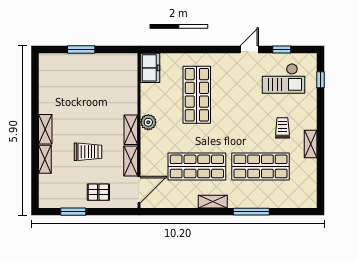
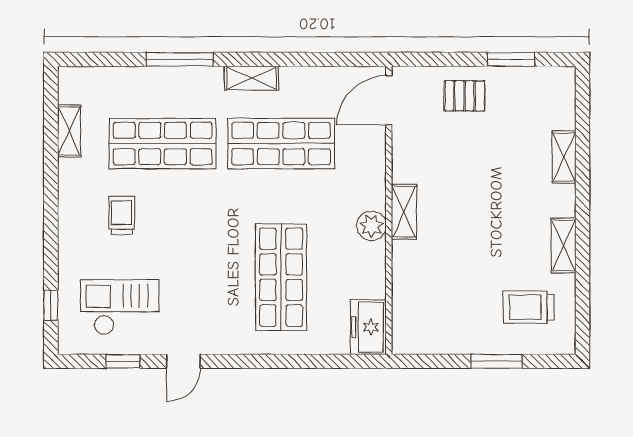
trolley: (282, 128) -> (122, 215), turned 180
shelving: (45, 129) -> (563, 246), moved
shelving: (311, 144) -> (69, 131), moved
trolley: (88, 152) -> (529, 307), moved
shelving: (131, 161) -> (404, 154), removed

